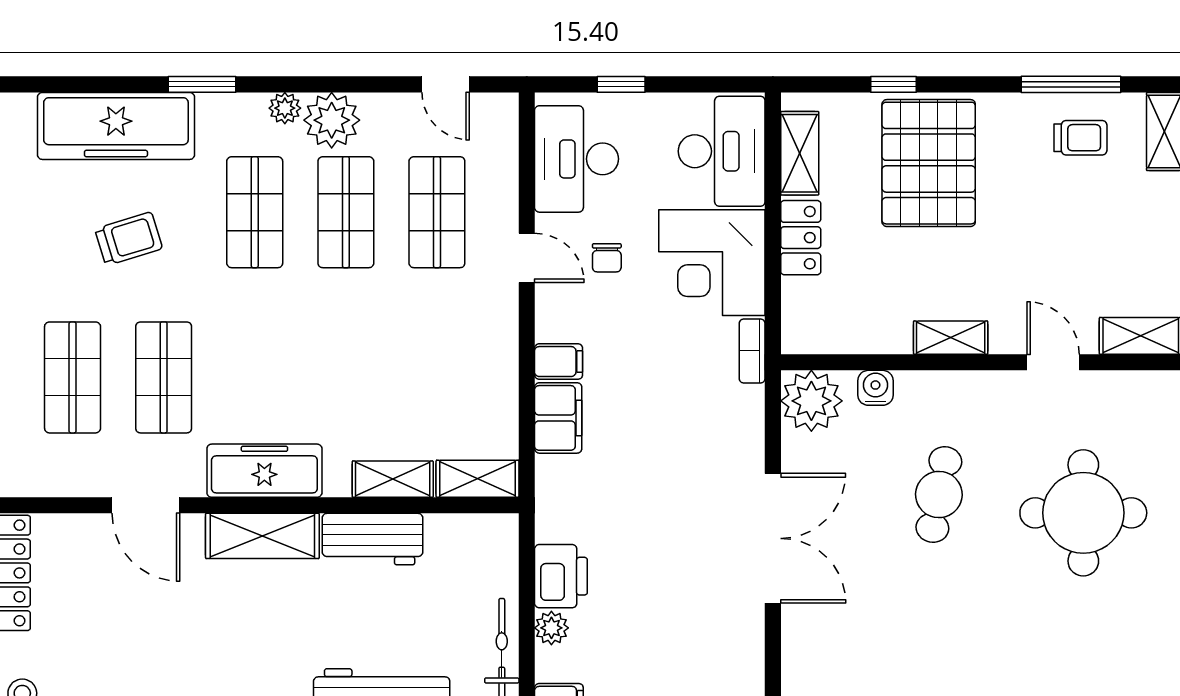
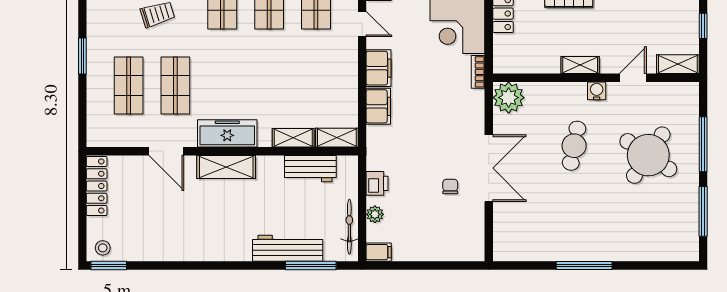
chair: (607, 258) -> (450, 186), moved, turned 180
filing cabinet: (559, 362) -> (379, 68), width x2.00
door: (1053, 362) -> (633, 78), hinge flipped
water cooler: (875, 388) -> (597, 91), moved
round table: (1083, 513) -> (648, 155), turned 34
workbench: (373, 539) -> (310, 169), moved
printer: (561, 576) -> (377, 183), width x0.73, depth x0.81

